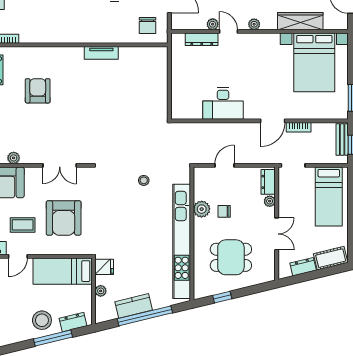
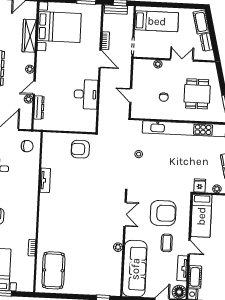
armchair: (38, 91) -> (80, 149), moved
dresser: (268, 182) -> (144, 64), removed
plant: (202, 209) -> (161, 113), removed

